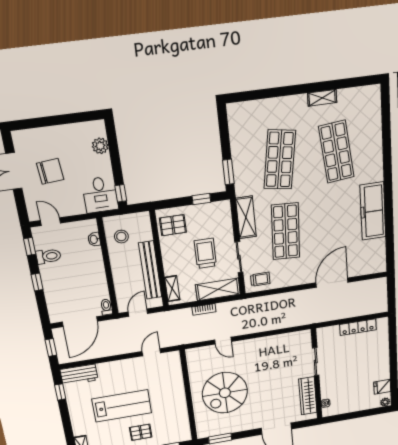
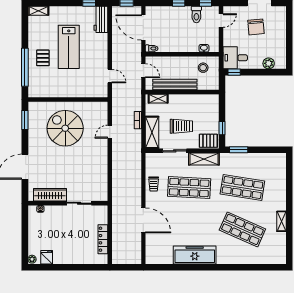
shop shelf: (336, 152) -> (242, 229), turned 30
pallet: (173, 225) -> (208, 141), moved, turned 90
trolley: (260, 279) -> (154, 184), moved

